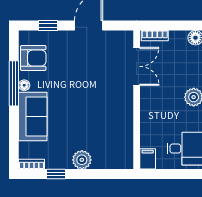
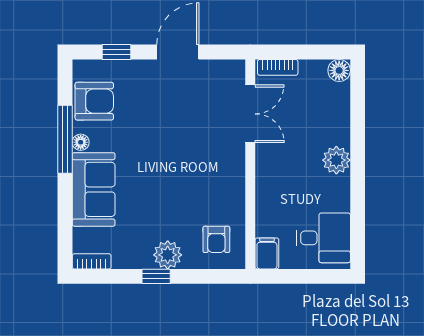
armchair: (114, 150) -> (216, 239), added
window: (56, 174) -> (156, 276), moved

